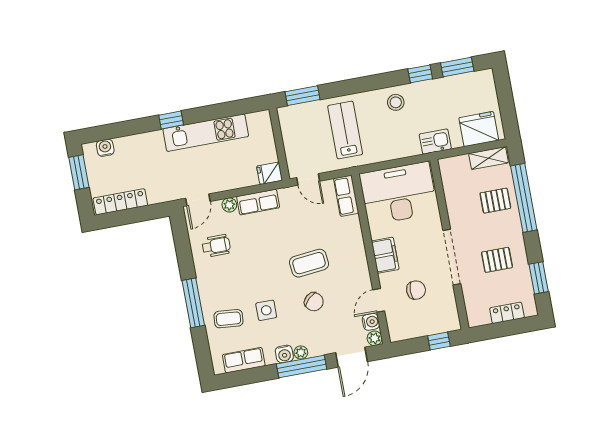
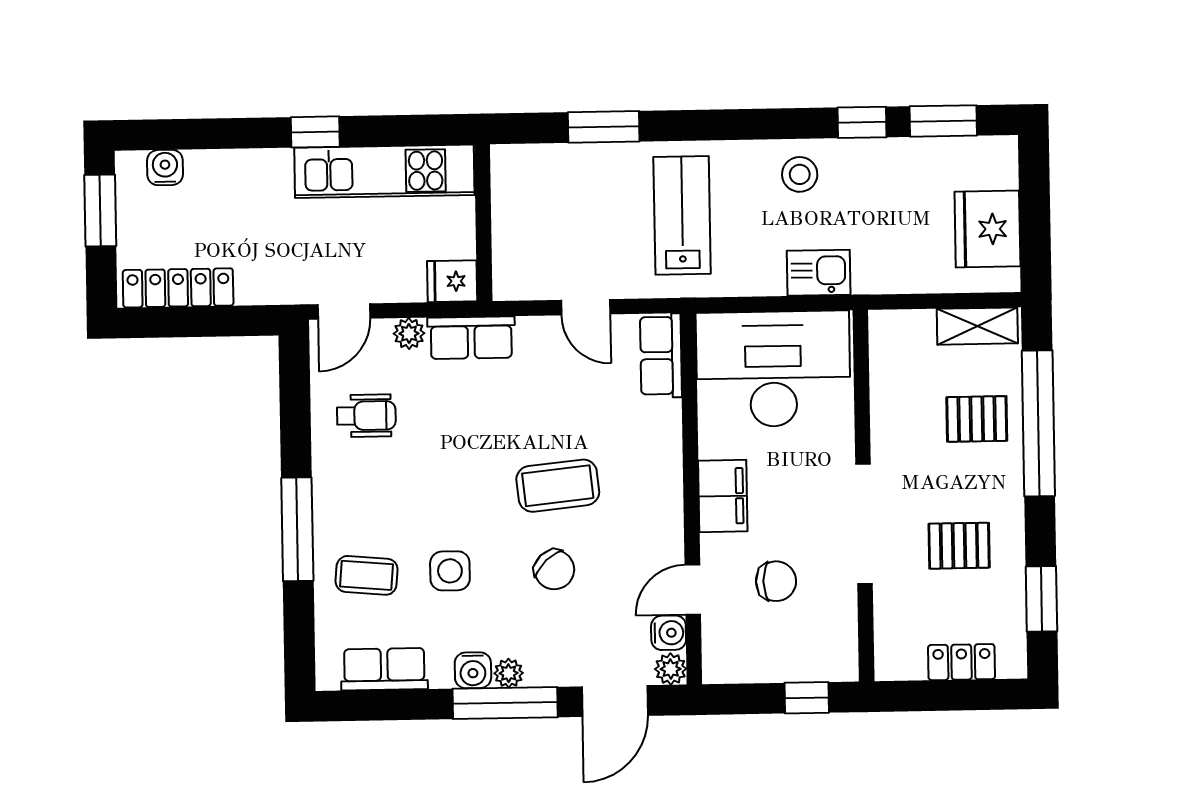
fridge: (479, 129) -> (987, 229), moved, turned -90
kitchen sink: (435, 142) -> (819, 273), moved
wall: (279, 144) -> (483, 223), moved
fridge: (269, 173) -> (452, 281), moved

